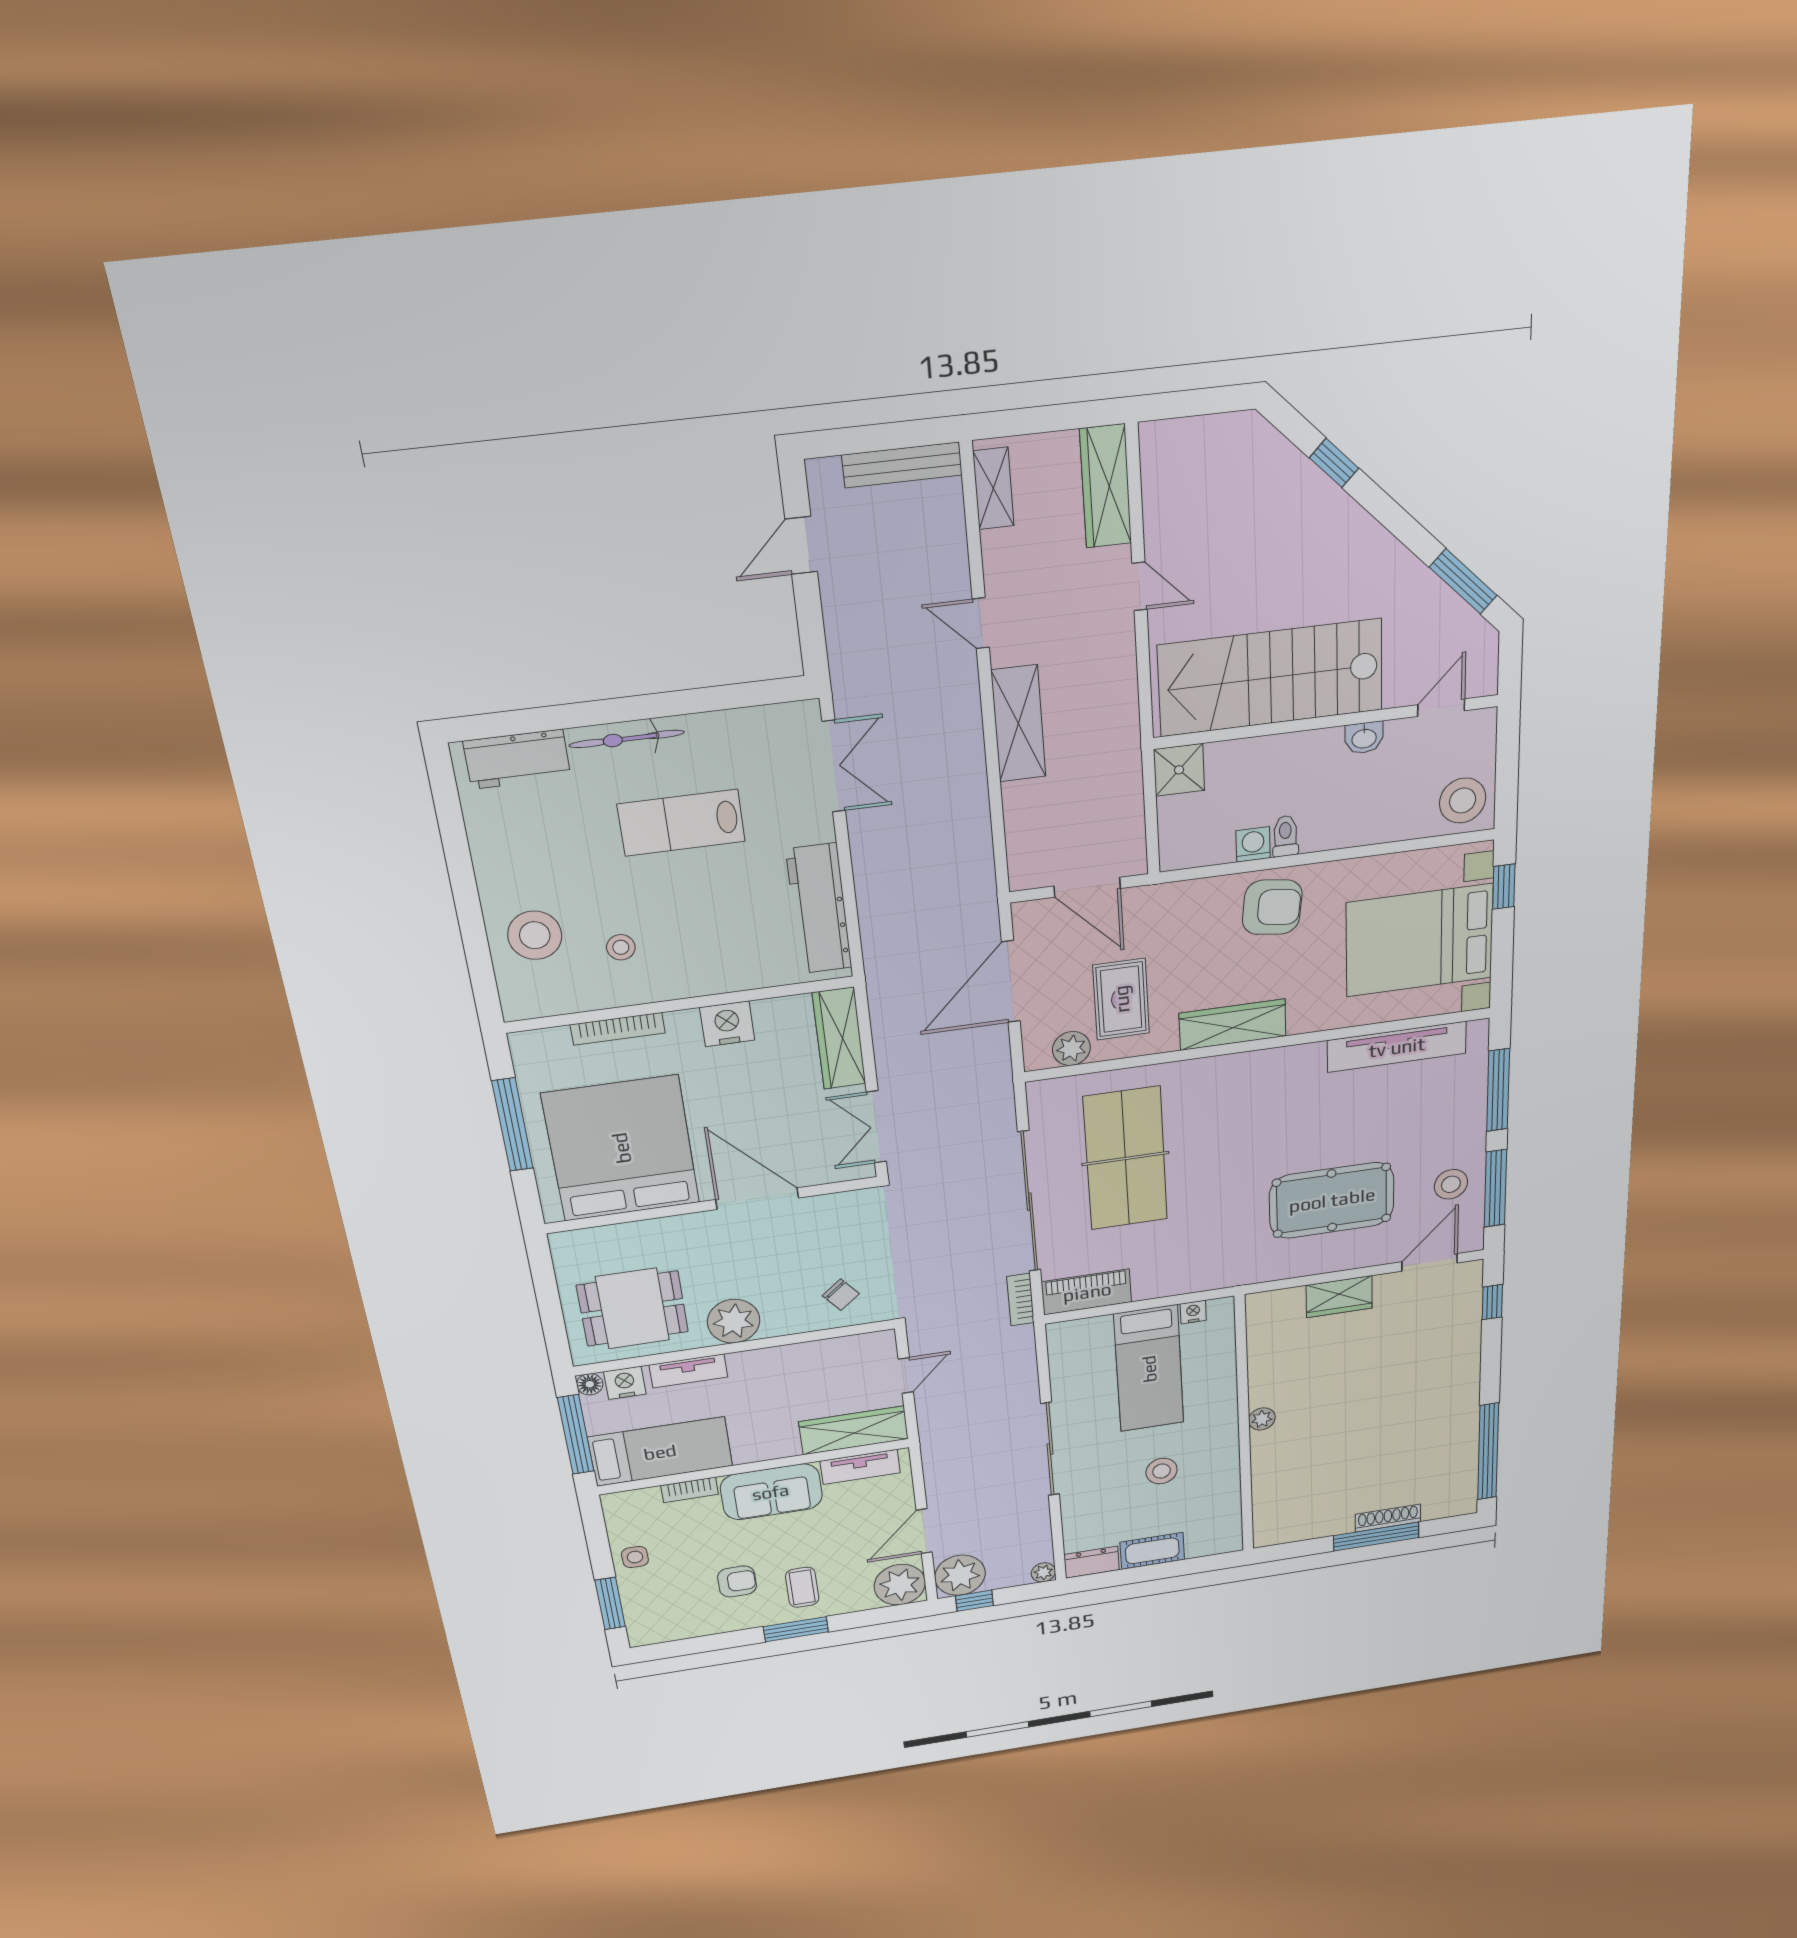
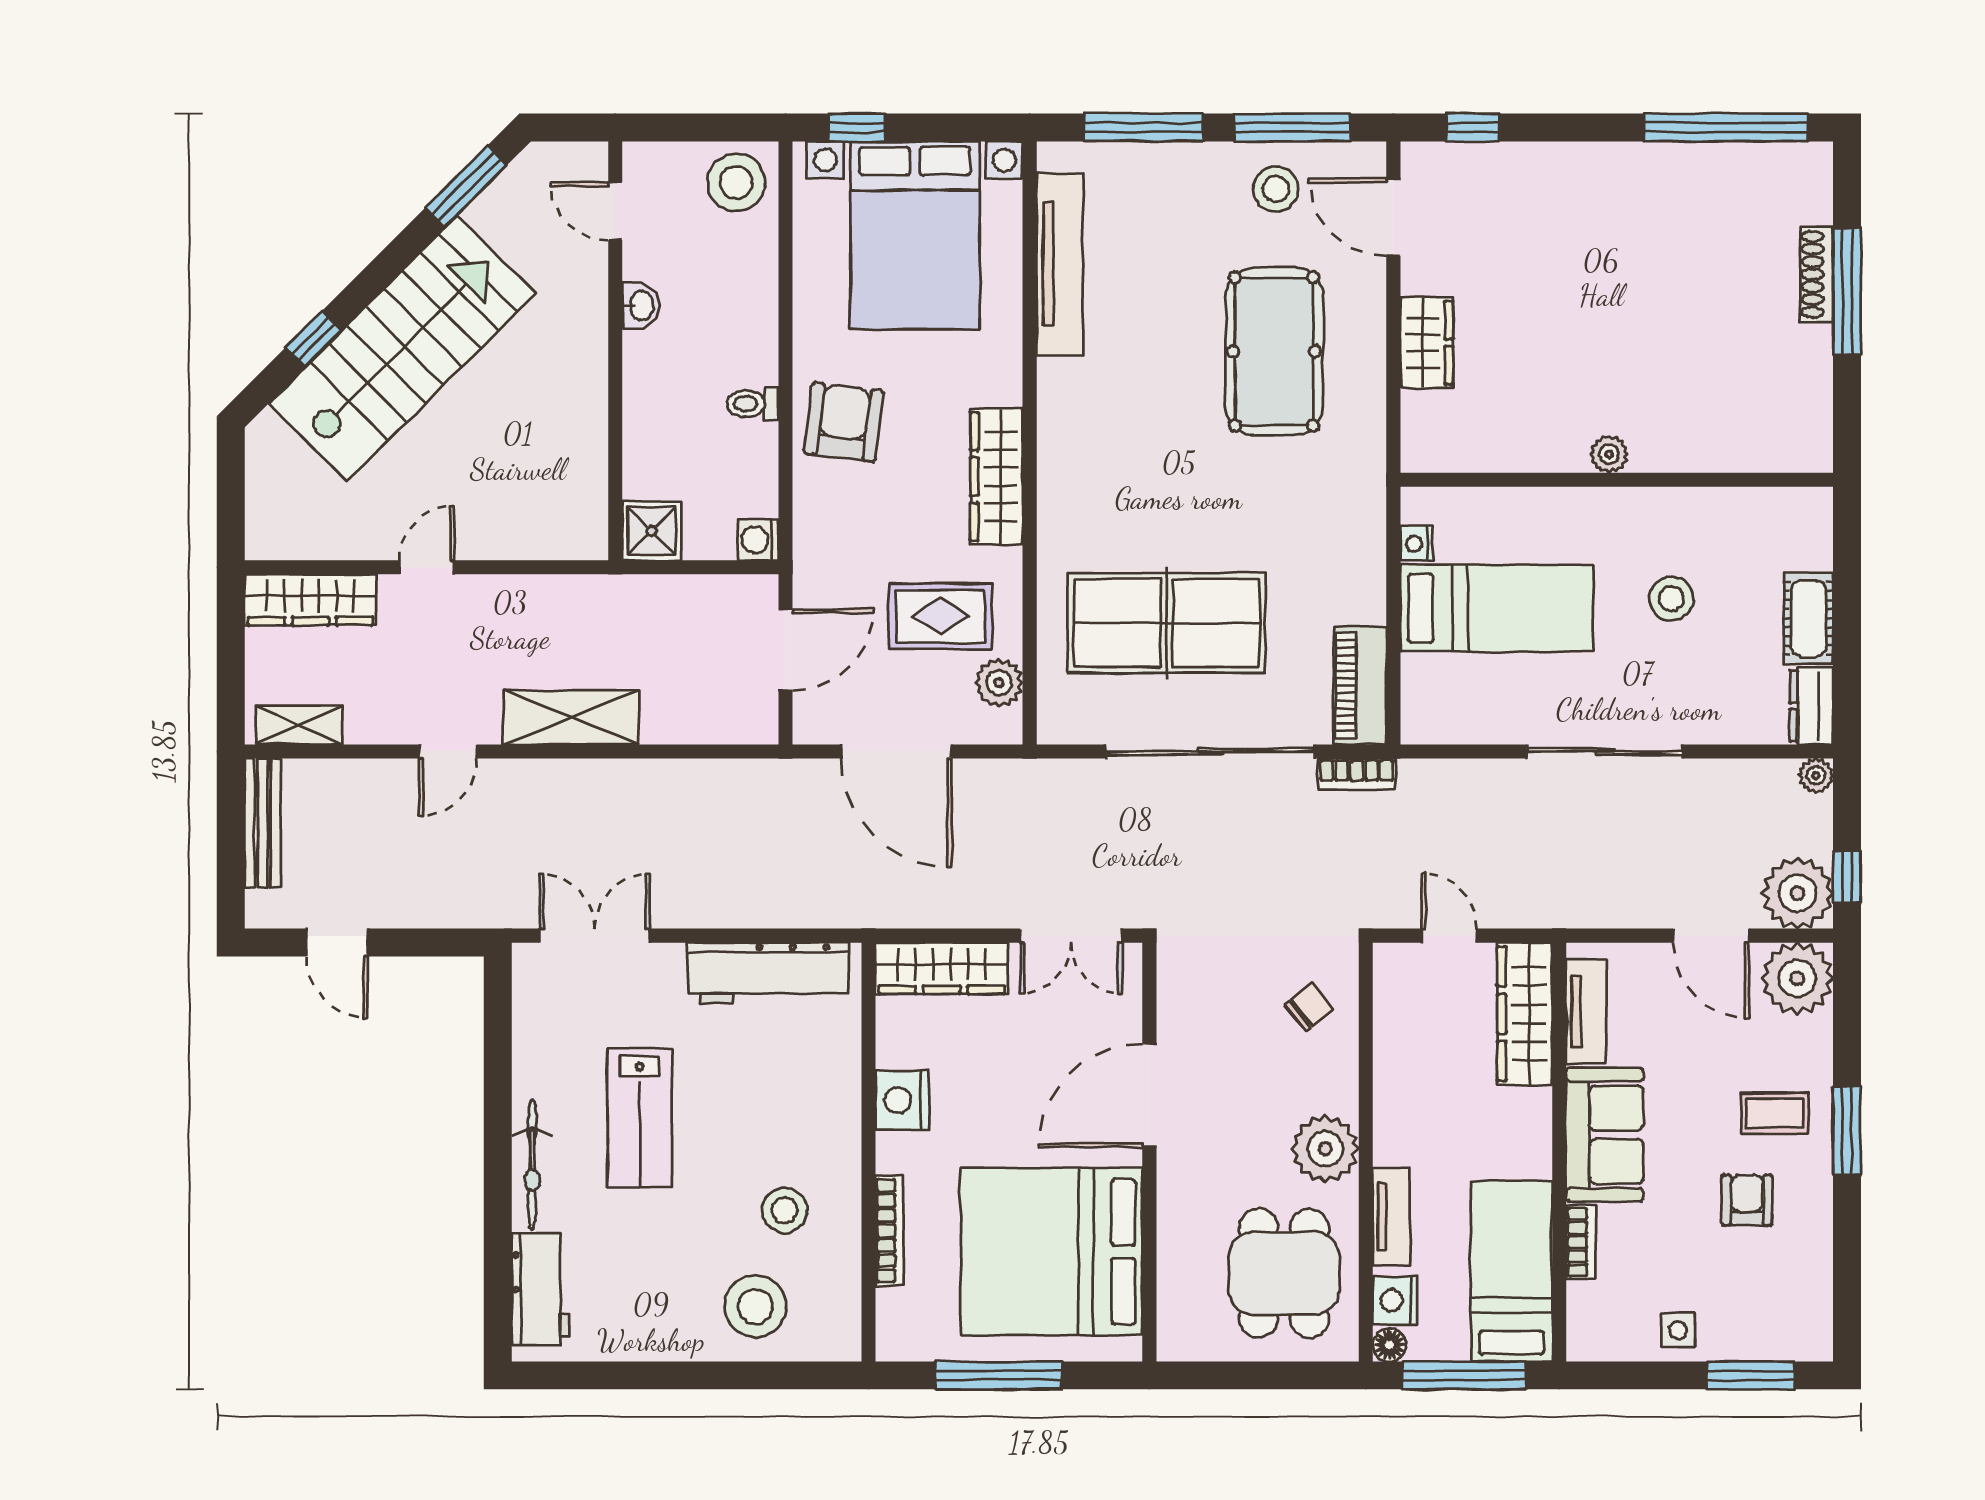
stairs: (1271, 678) -> (402, 348), moved, turned -135
washing machine: (1253, 844) -> (758, 540), moved
stool: (621, 947) -> (785, 1210), width x1.37, depth x1.37

